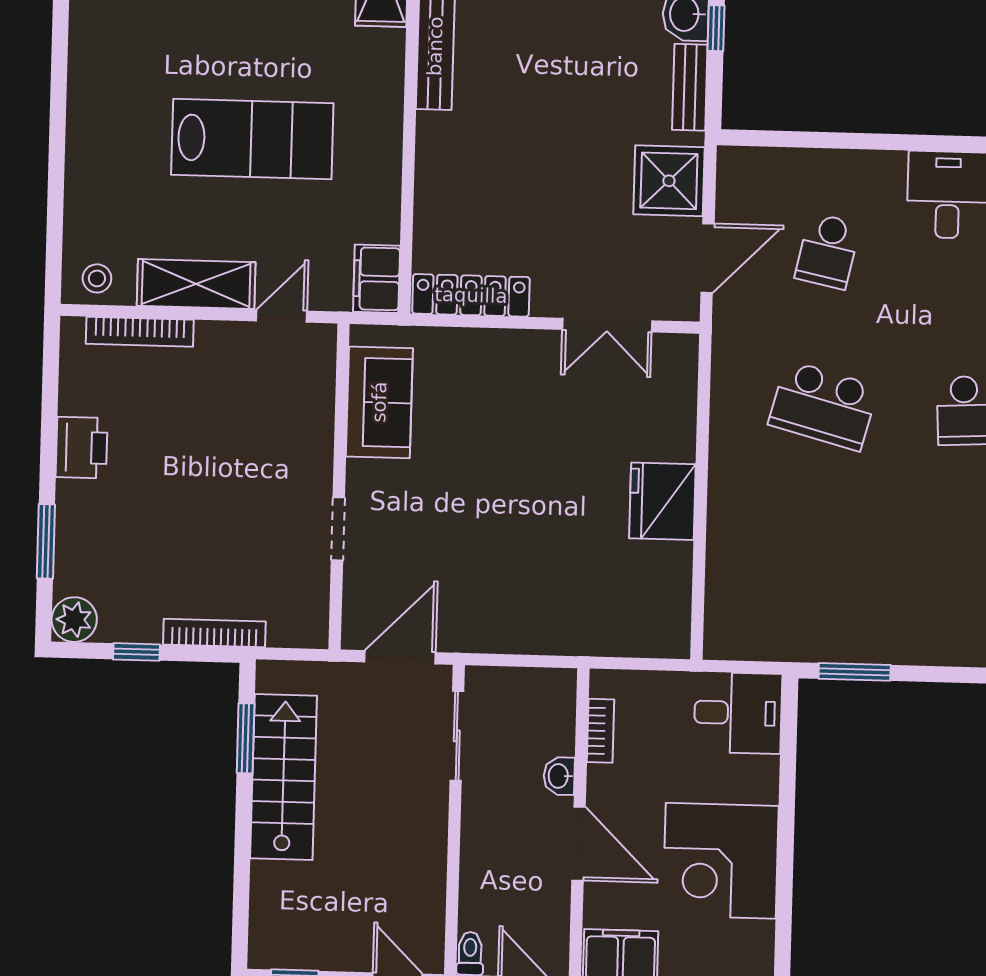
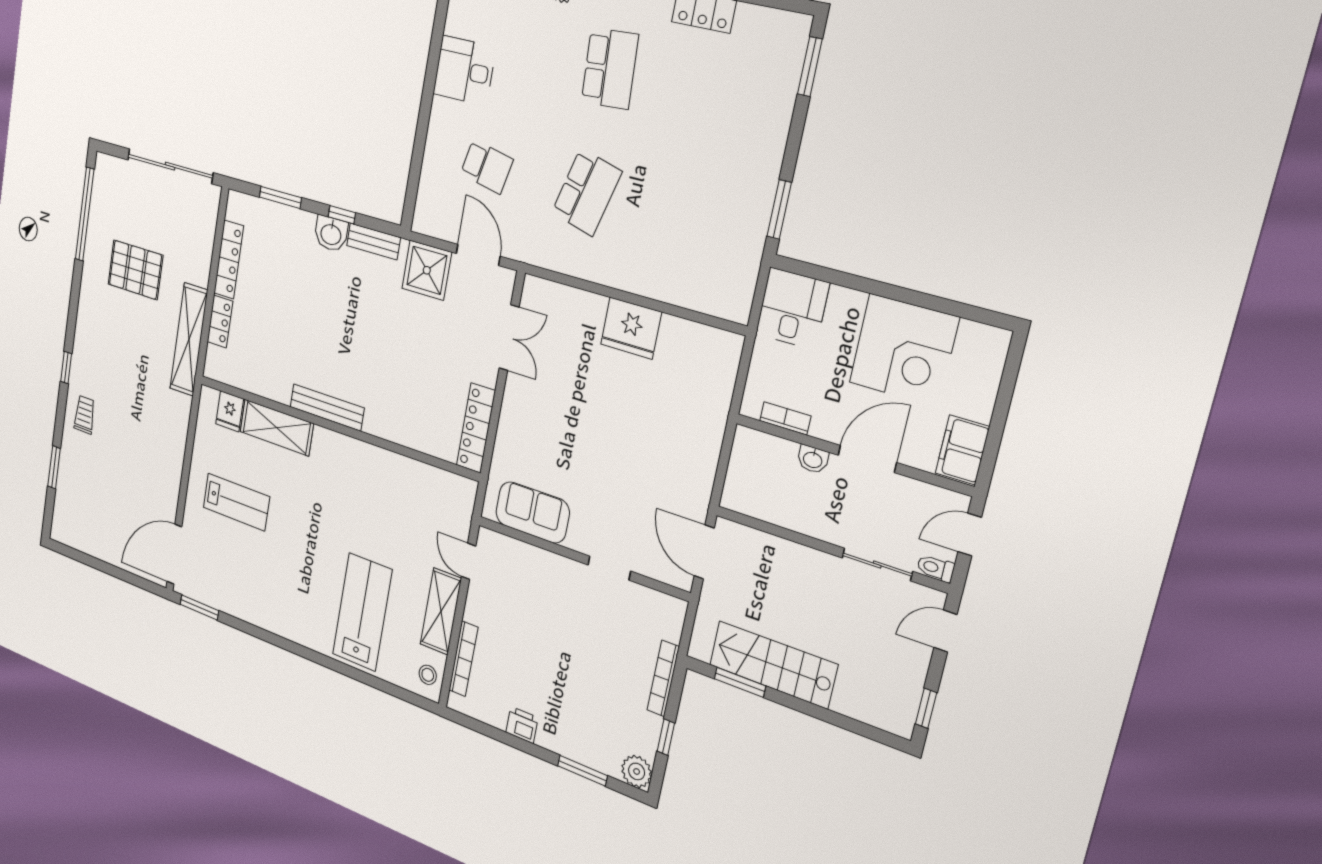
lab bench: (252, 139) -> (362, 612), moved
filing cabinet: (377, 279) -> (456, 490), removed
printer: (82, 448) -> (522, 725), width x0.73, depth x0.81
sliding door: (457, 736) -> (877, 564), moved

